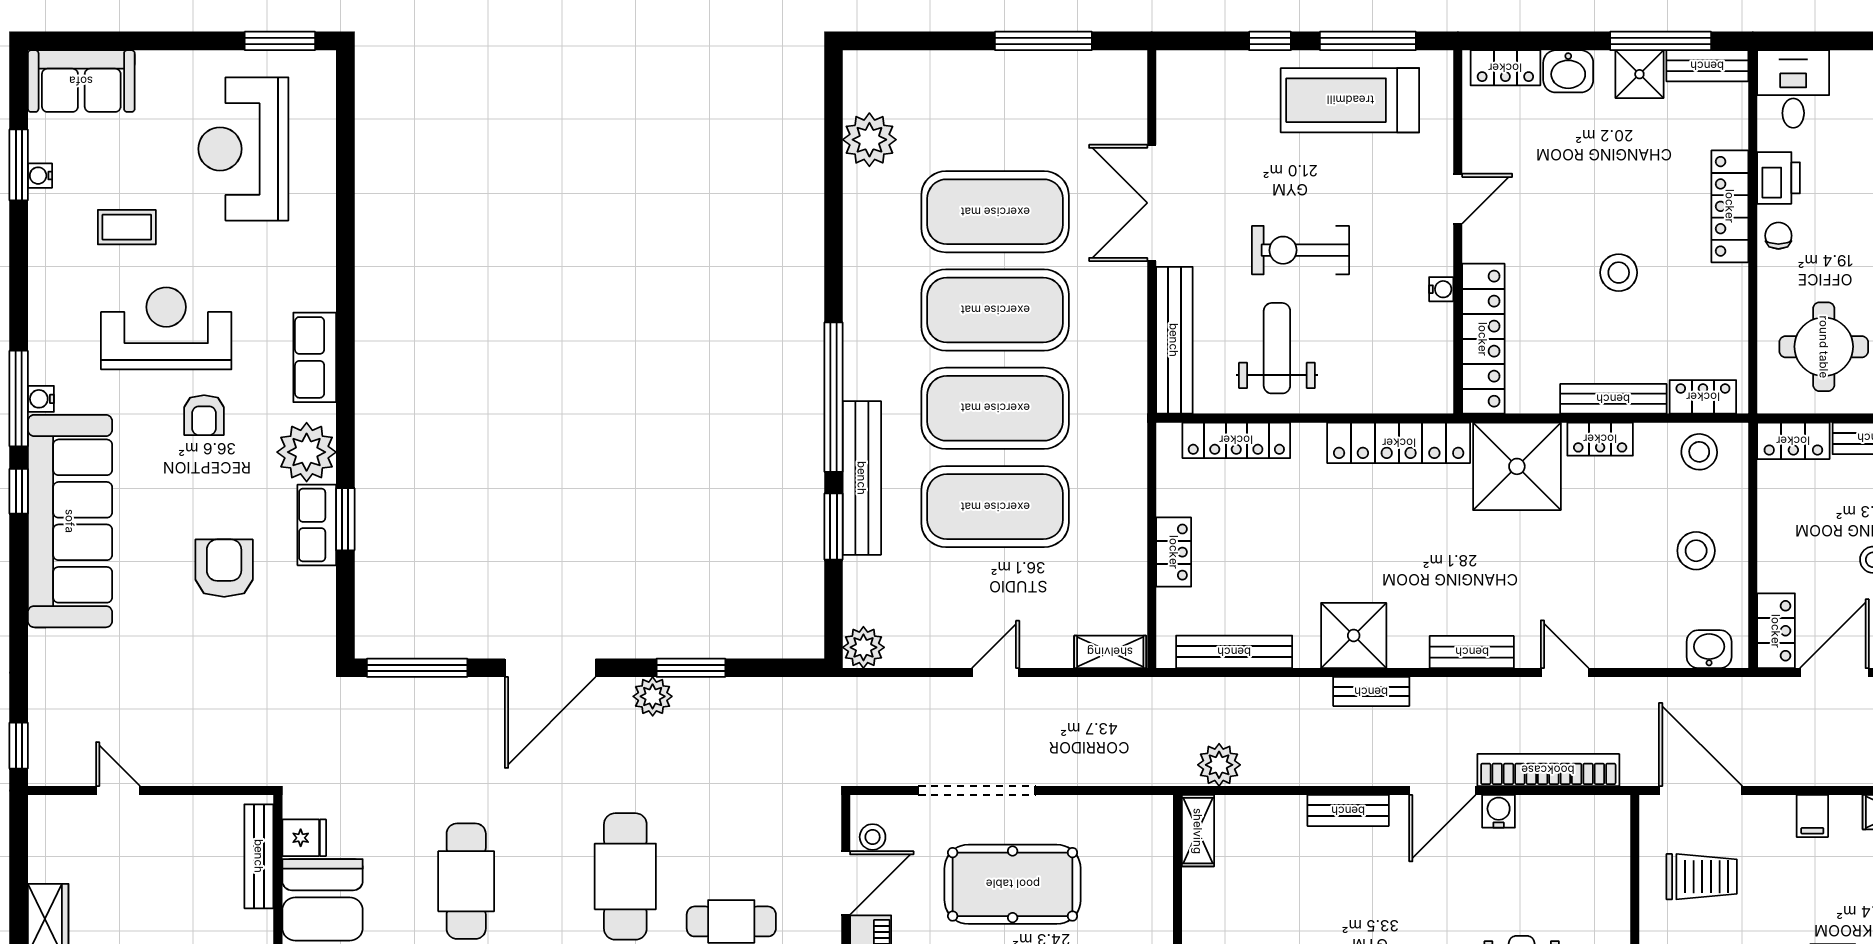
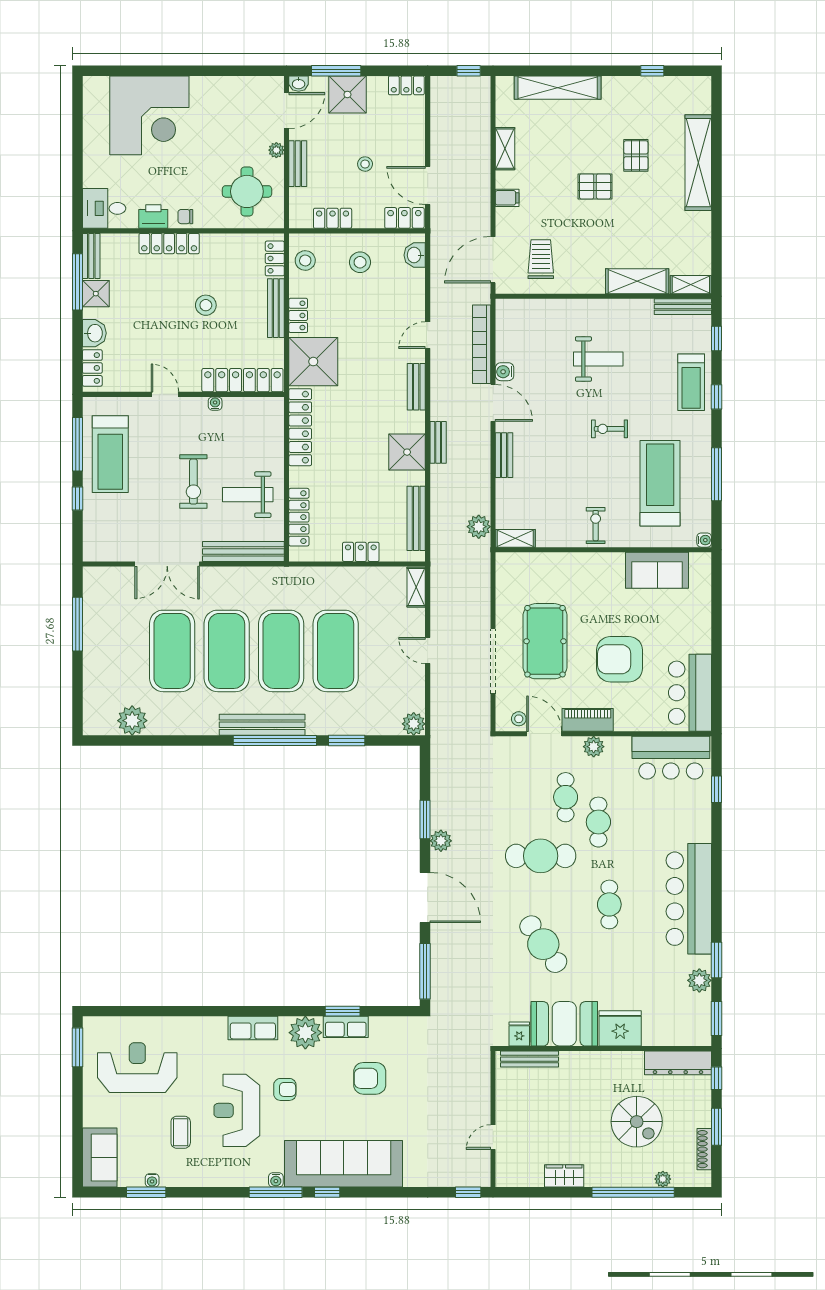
reception desk: (243, 149) -> (137, 1068), turned 180
locker: (1793, 441) -> (333, 218), moved, turned -90
bench: (862, 478) -> (262, 725), moved
cafe table: (466, 881) -> (543, 944), turned 55

